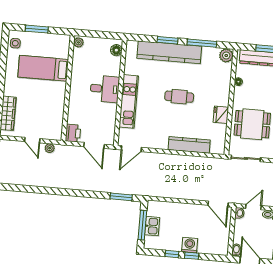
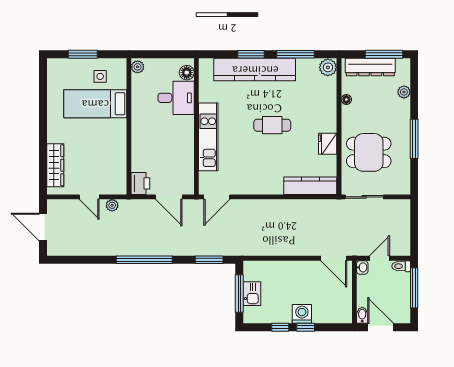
side table: (15, 43) -> (100, 76), moved
desk: (105, 89) -> (176, 98), moved
kitchen counter: (189, 145) -> (310, 186), moved
window: (71, 193) -> (144, 260), added

